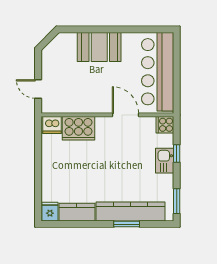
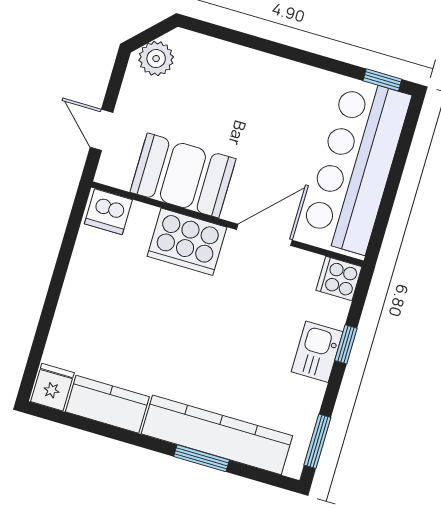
window: (158, 29) -> (382, 80), added
booth: (99, 47) -> (183, 175), moved
plant: (53, 50) -> (156, 59), added
door: (125, 115) -> (264, 235), hinge flipped
cooker: (78, 128) -> (187, 242), moved

